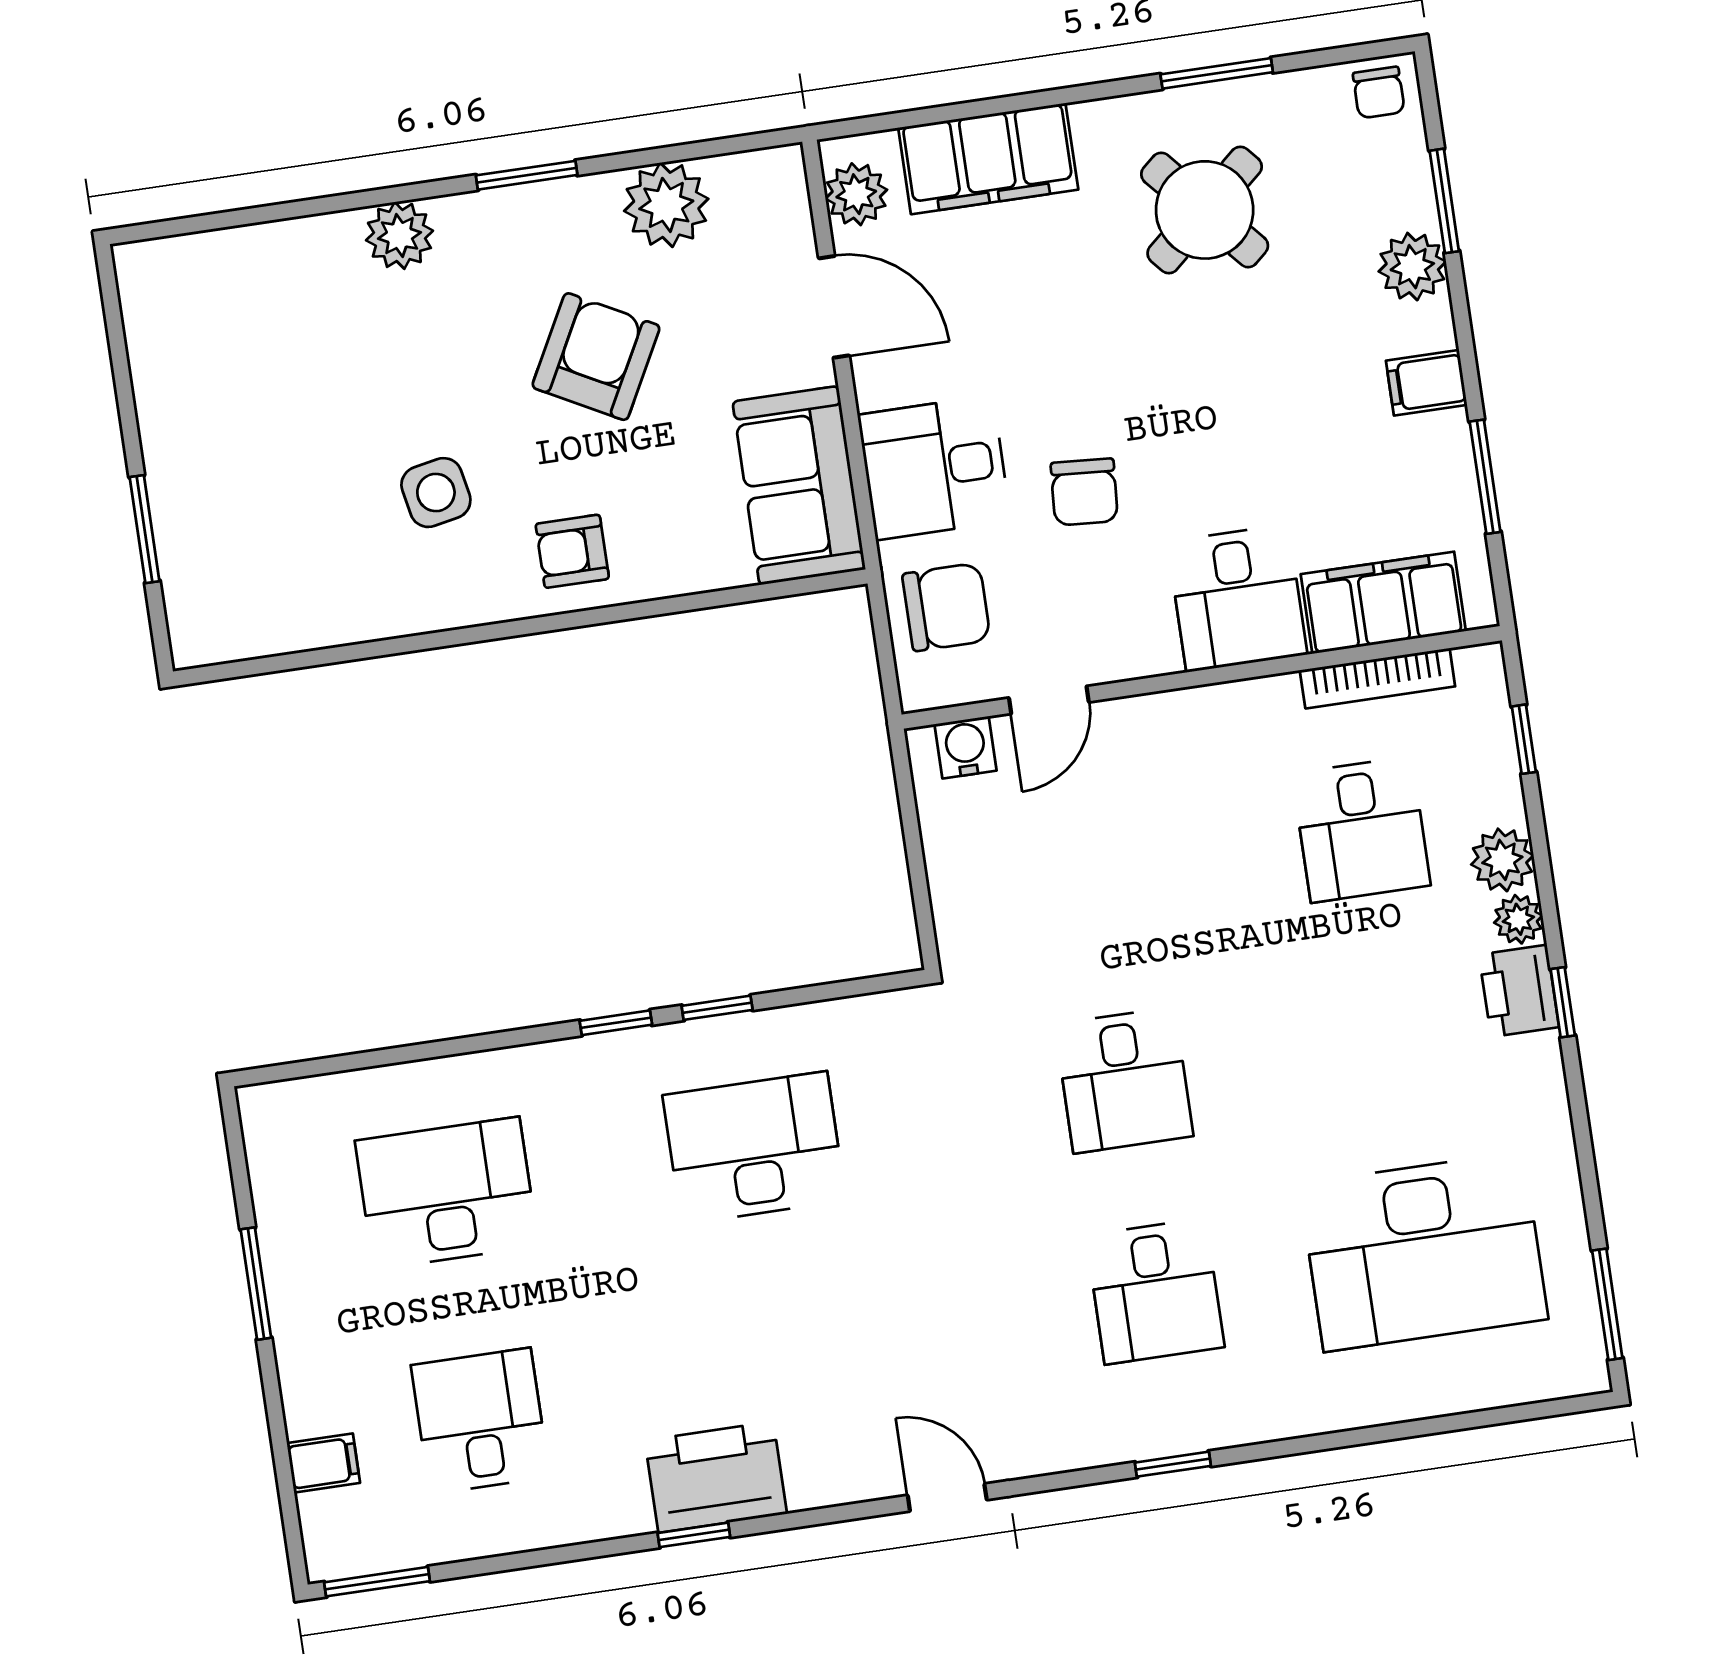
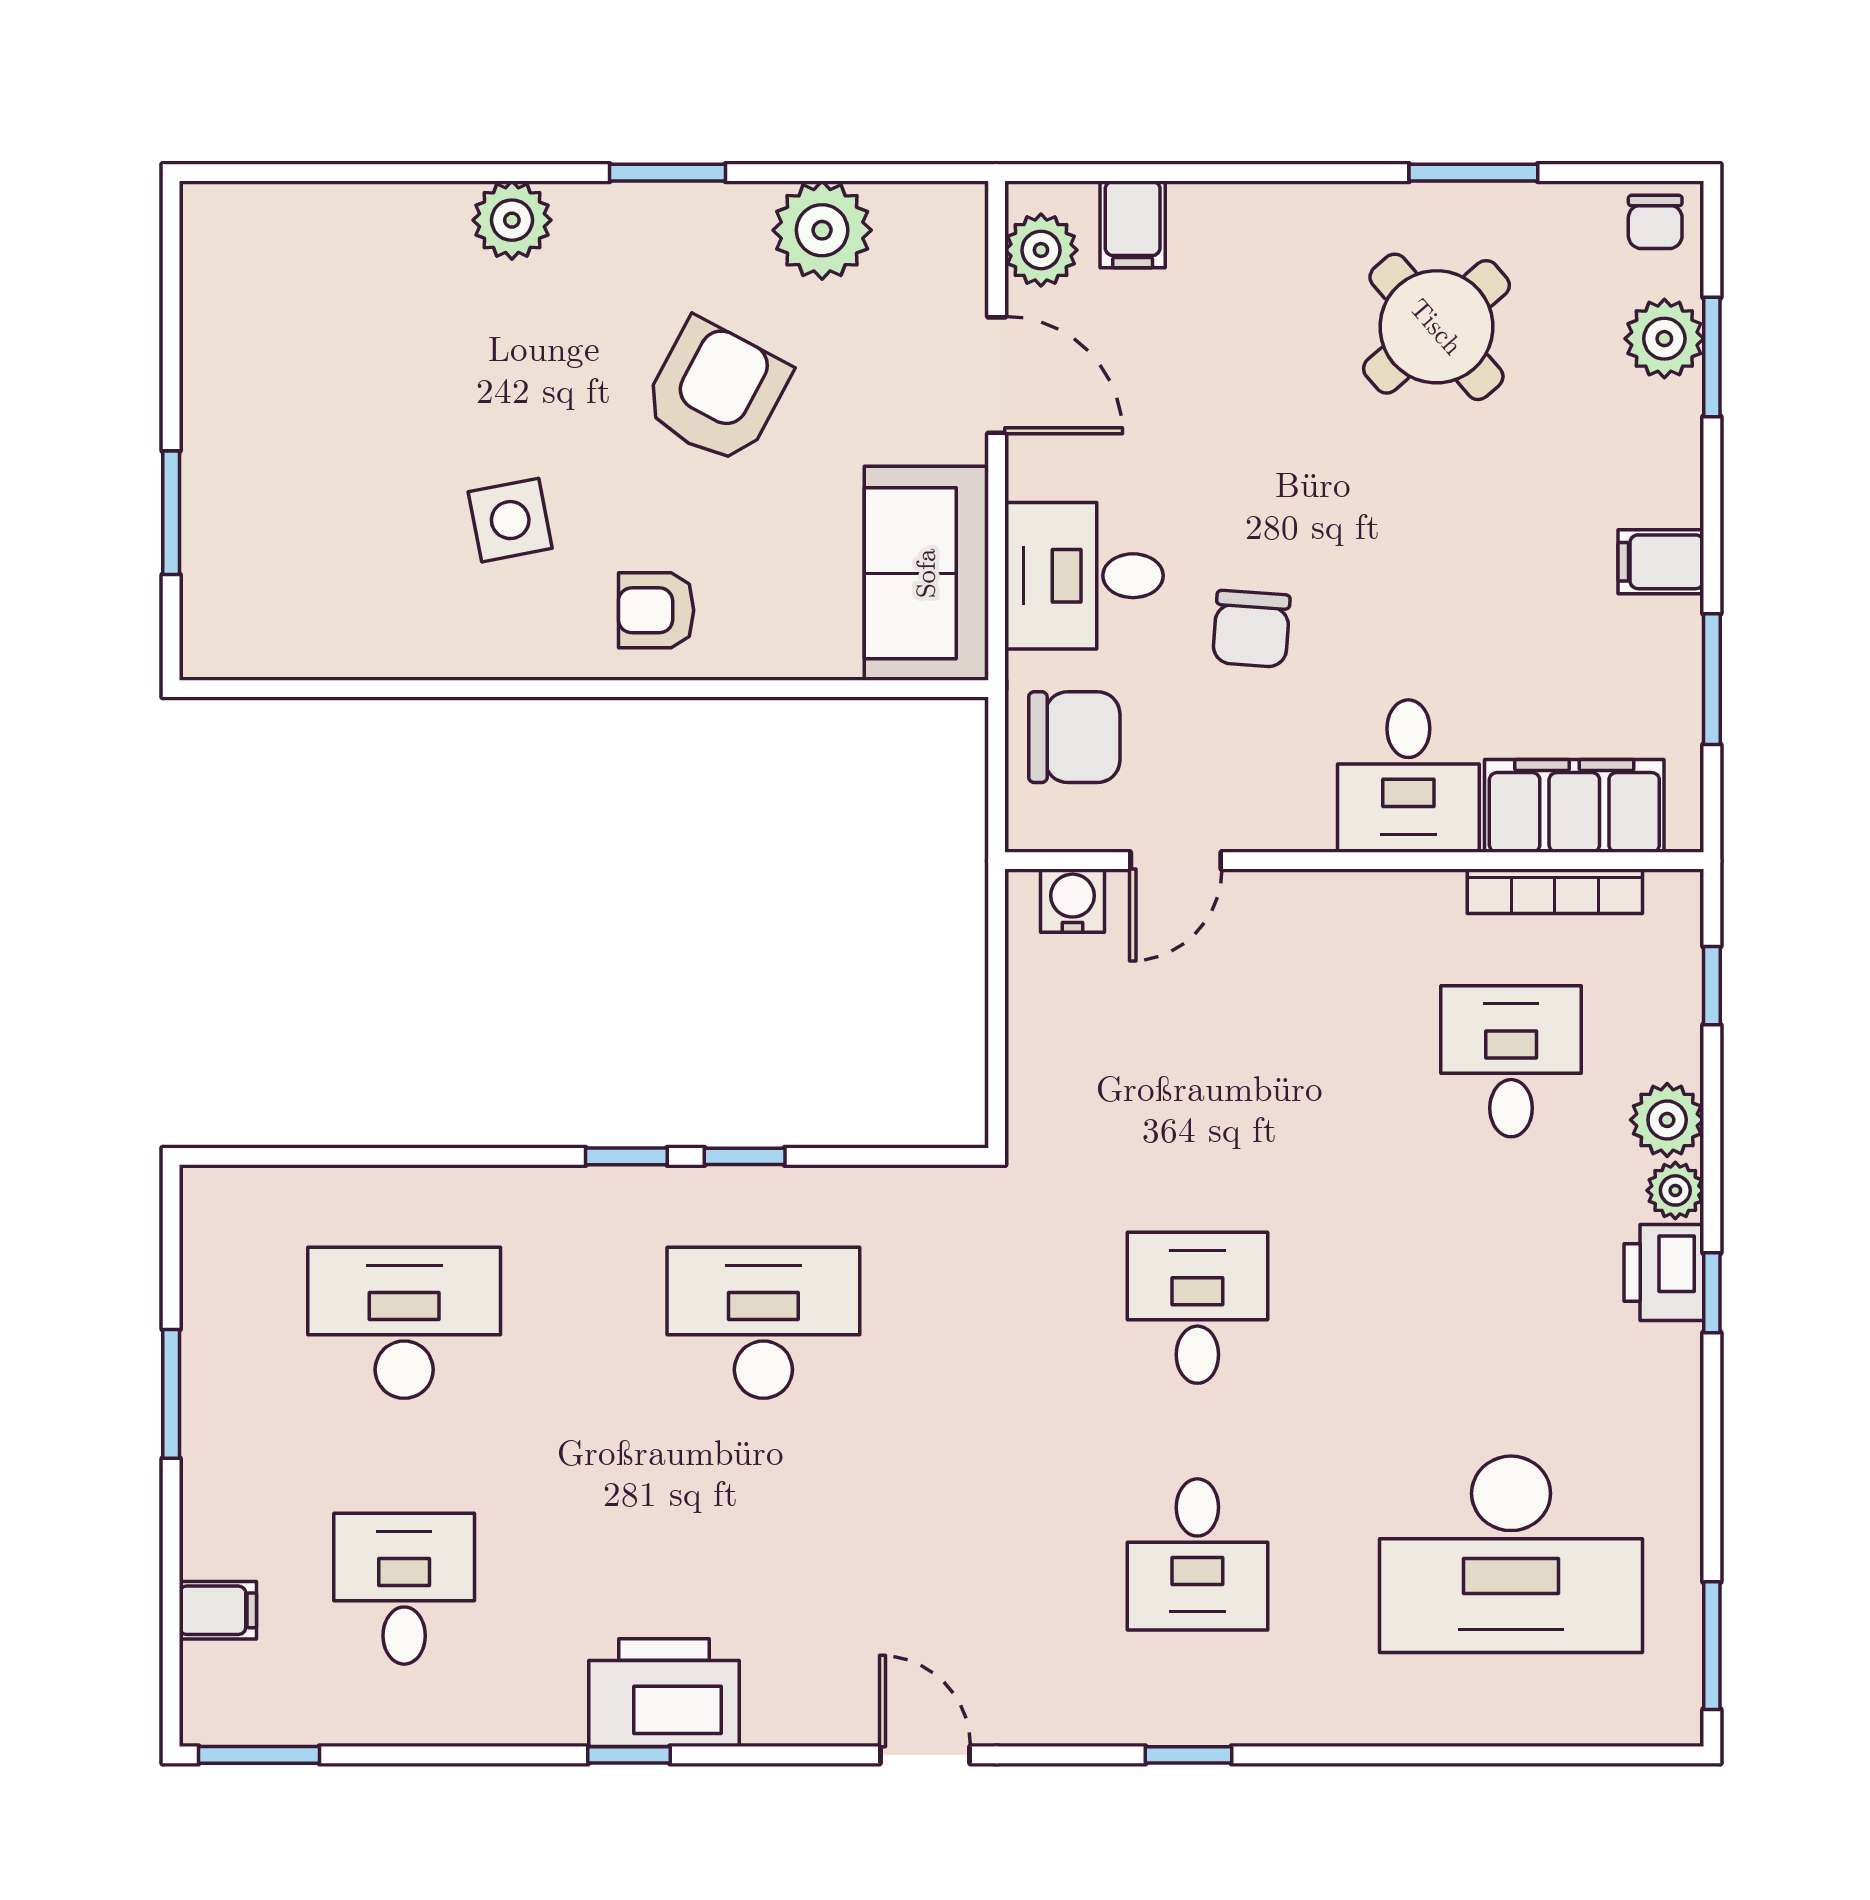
filing cabinet: (988, 159) -> (1133, 224), width x0.33, depth x0.86
plant: (1412, 267) -> (1664, 339), moved
desk: (1361, 829) -> (1511, 1061), turned 180
desk: (1124, 1080) -> (1197, 1308), turned 180

